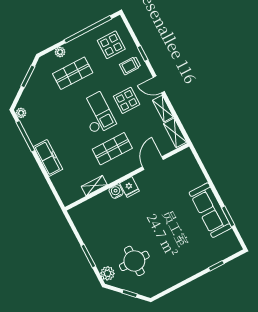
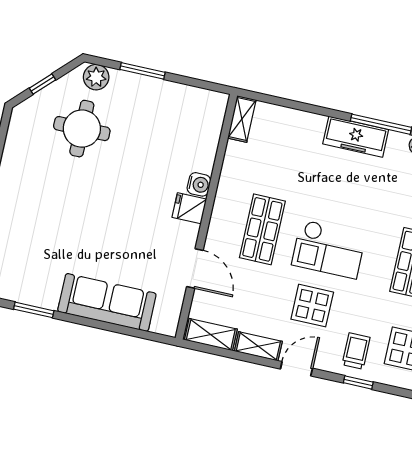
freezer: (48, 158) -> (356, 137), moved
shelving: (94, 186) -> (242, 119), moved
sofa: (210, 210) -> (107, 302), moved

